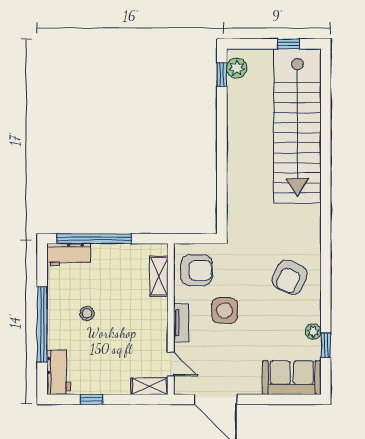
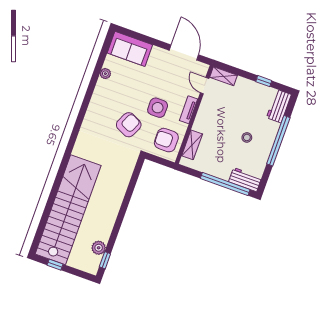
plant: (237, 68) -> (99, 248), moved
armchair: (290, 277) -> (129, 125), moved
window: (326, 345) -> (100, 62), removed

